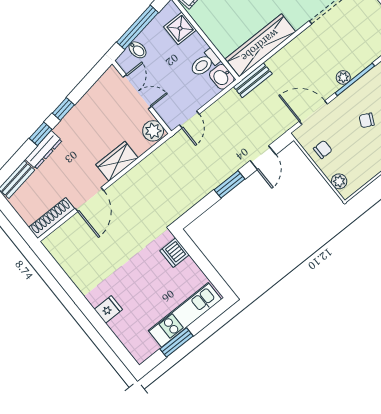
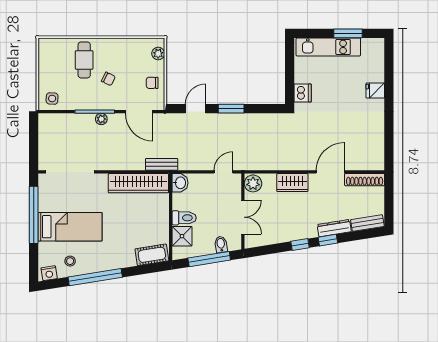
toilet: (205, 63) -> (184, 218), moved
double door: (137, 92) -> (243, 217), swing flipped

